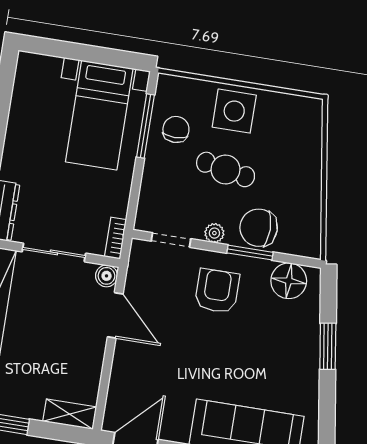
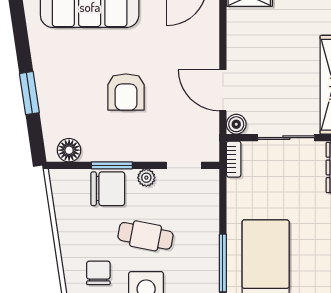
chair: (176, 129) -> (98, 273), moved, turned 180
floor lamp: (289, 281) -> (69, 150), width x0.73, depth x0.73
armchair: (217, 291) -> (126, 92), moved

